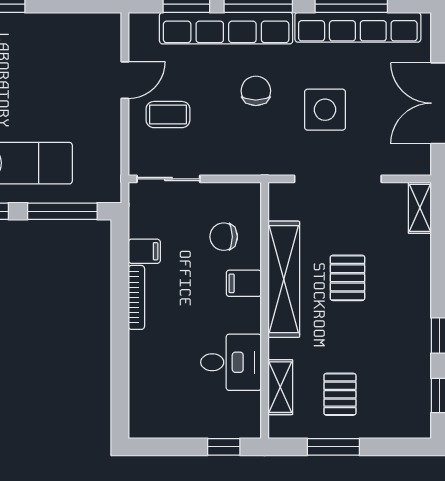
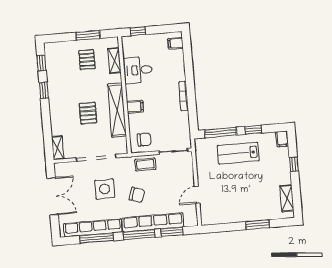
chair: (256, 91) -> (137, 195), turned -72
coffee table: (168, 115) -> (145, 164), moved
chair: (224, 237) -> (144, 140), moved
filing cabinet: (144, 251) -> (176, 43), moved

